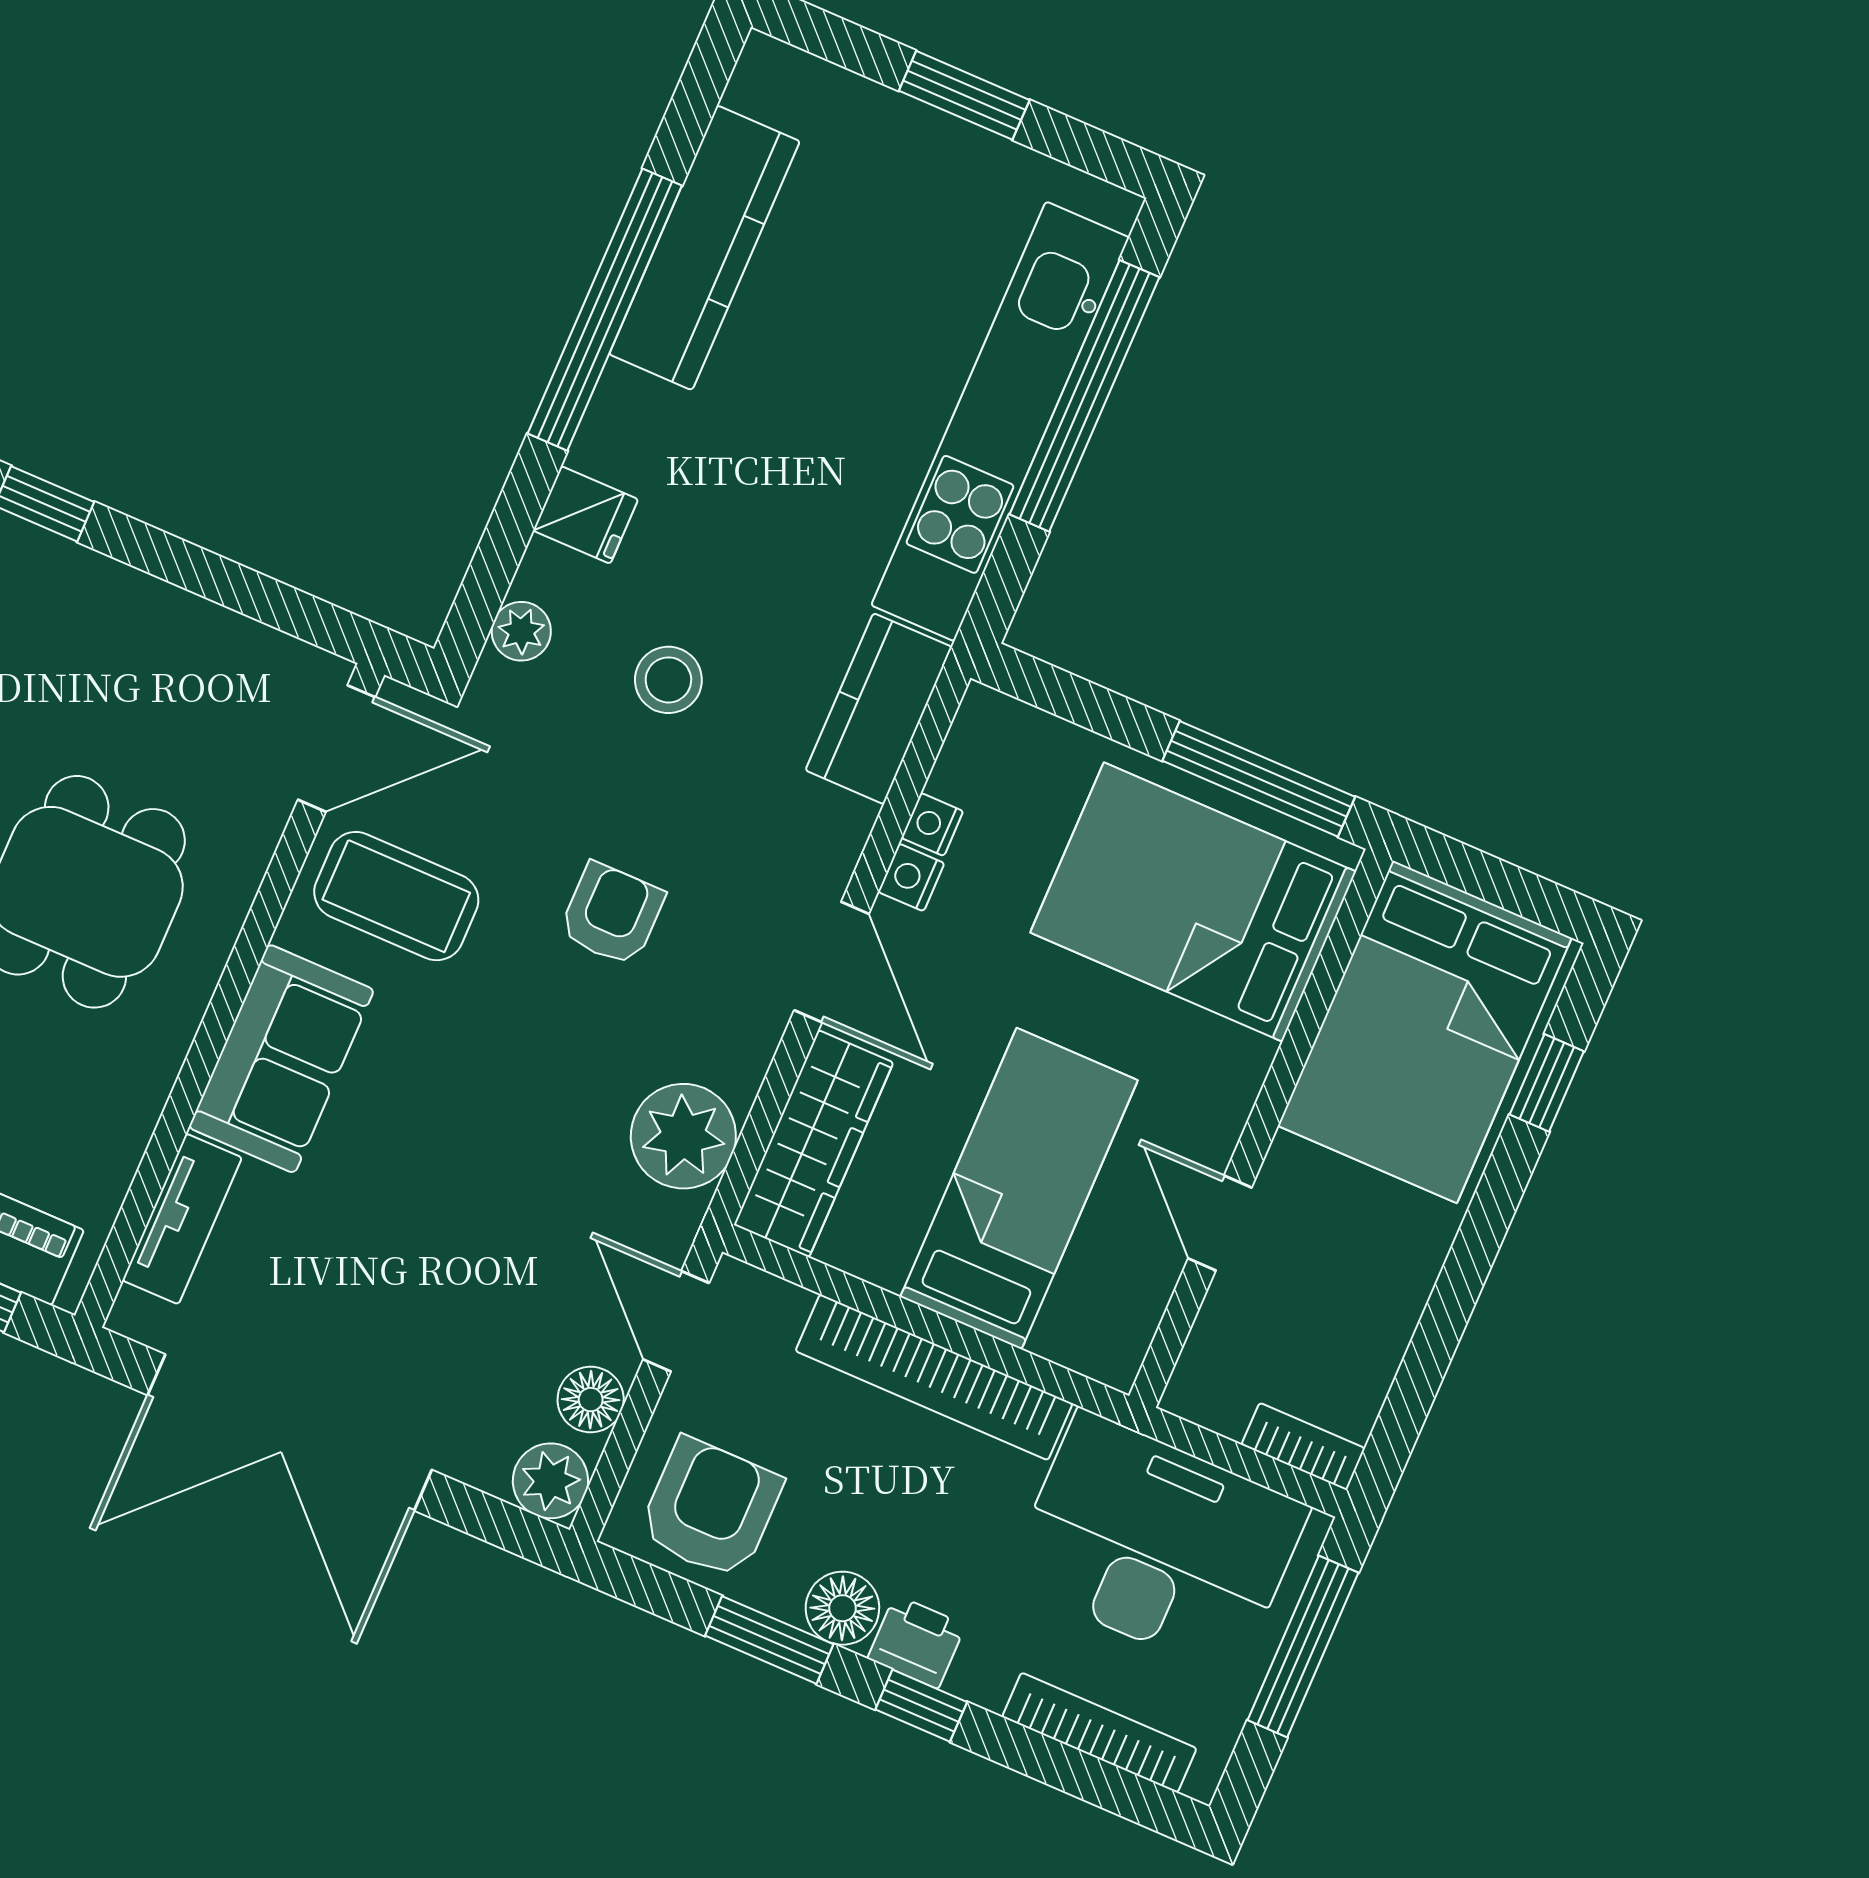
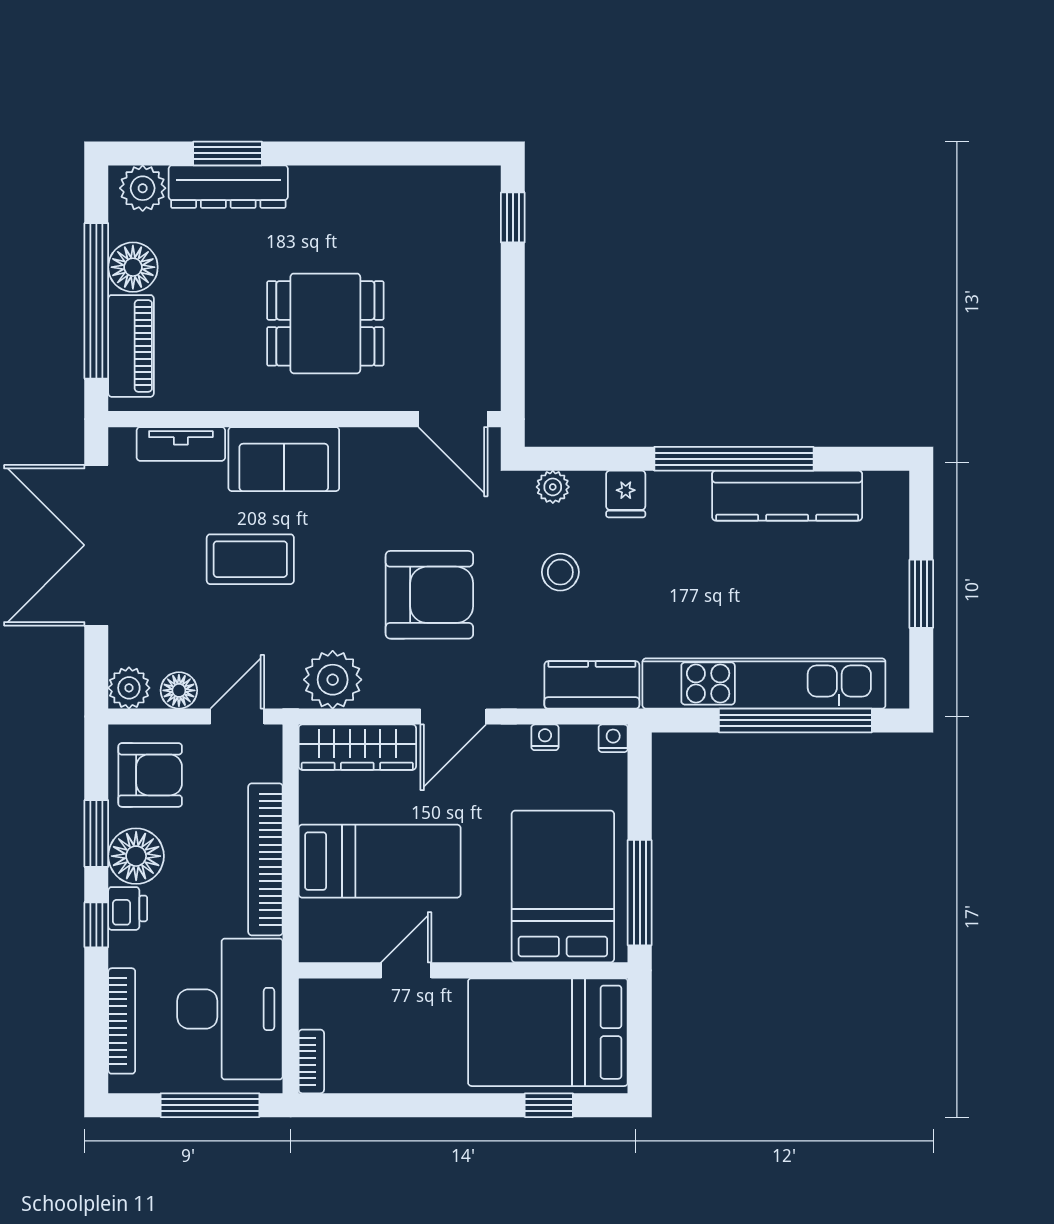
nightstand: (911, 877) -> (613, 738), moved
coffee table: (396, 896) -> (250, 559), moved, turned 90
armchair: (612, 914) -> (429, 595), width x1.88, depth x1.88
floor lamp: (842, 1608) -> (136, 856), width x1.38, depth x1.38

